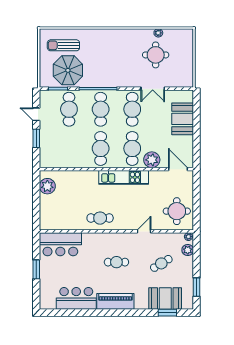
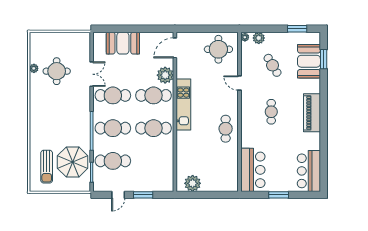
bar counter: (76, 298) -> (309, 171), moved

